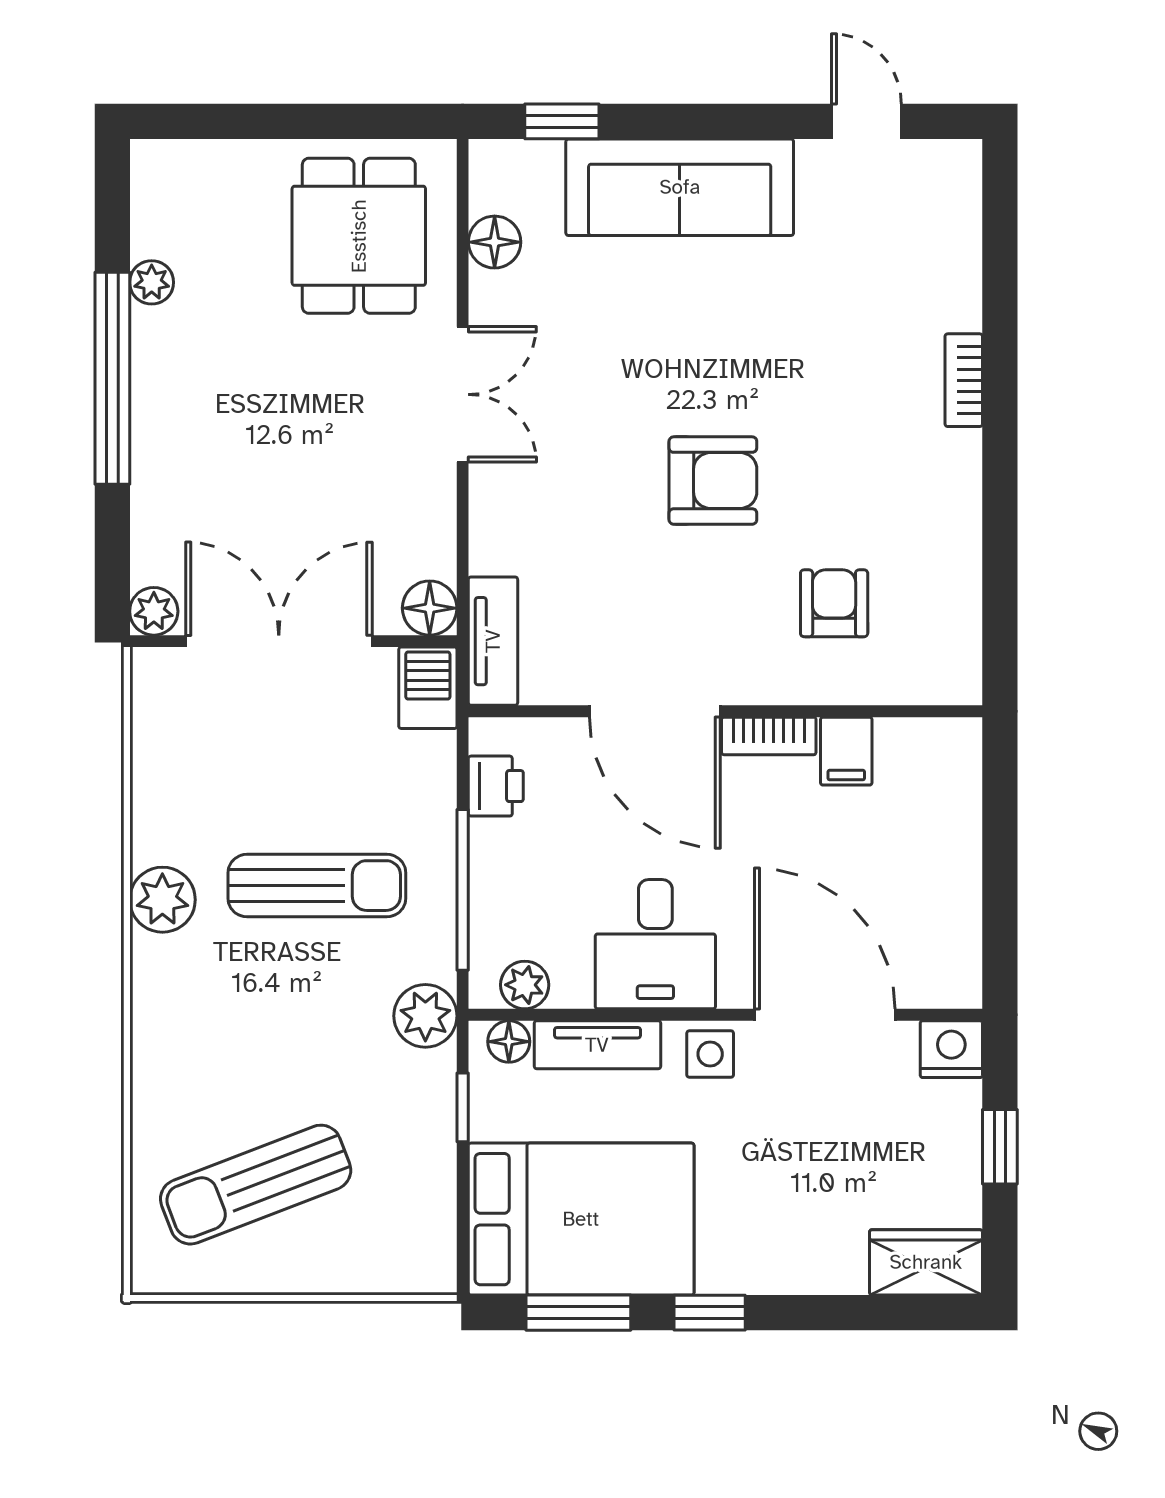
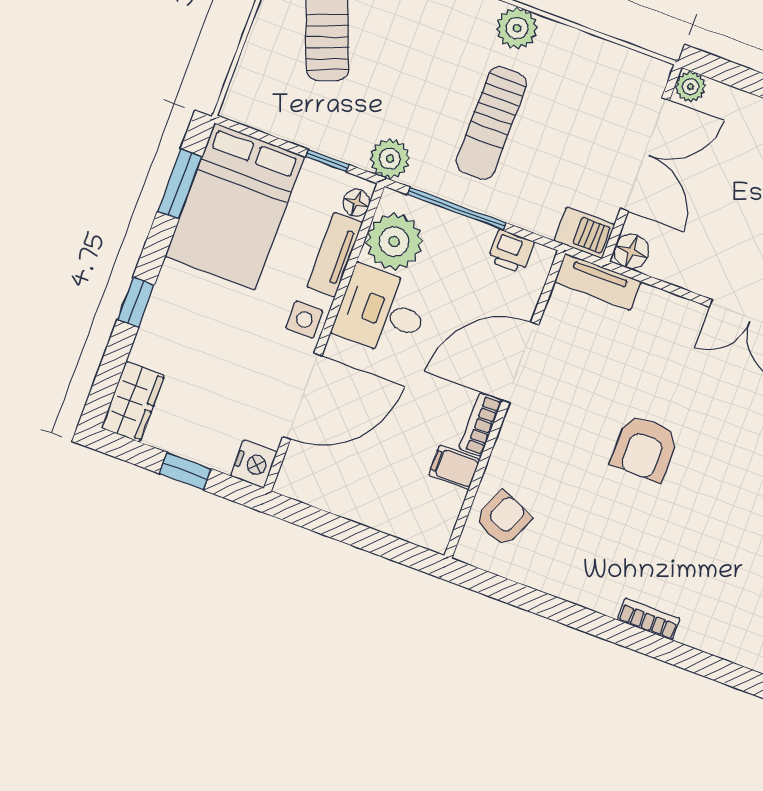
armchair: (834, 603) -> (503, 519), moved, turned -67
plant: (525, 985) -> (394, 242), width x1.88, depth x1.88
window: (710, 1313) -> (136, 302), moved

